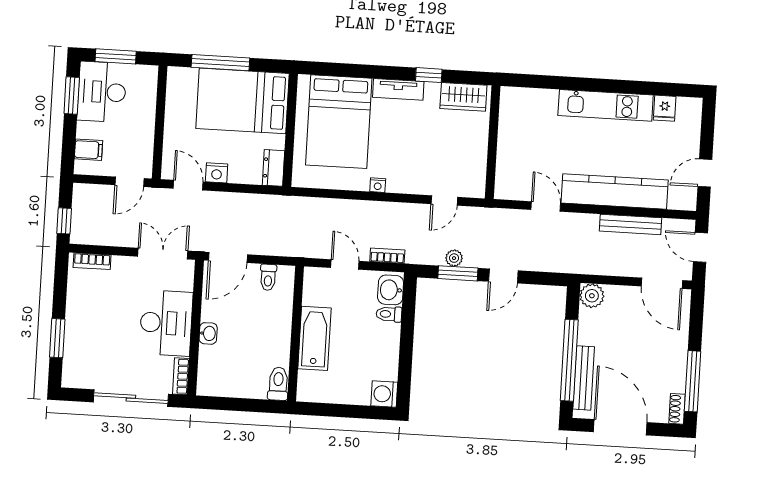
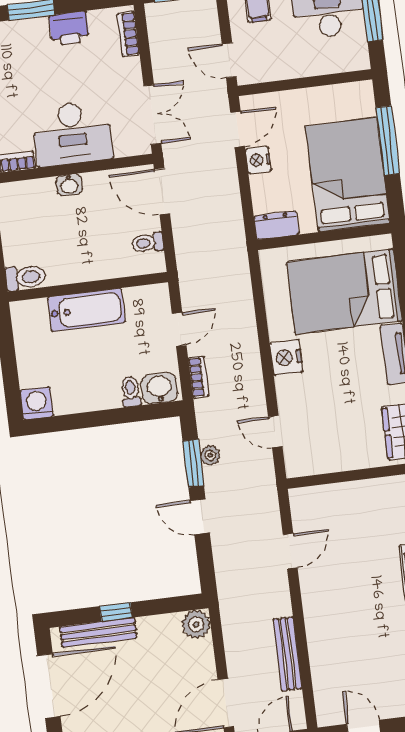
nightstand: (378, 185) -> (286, 358), width x1.89, depth x1.79
kitchen counter: (615, 191) -> (323, 628), removed
printer: (79, 309) -> (69, 28), added
window: (569, 360) -> (116, 612), width x0.32

